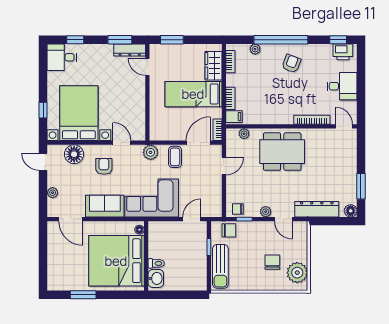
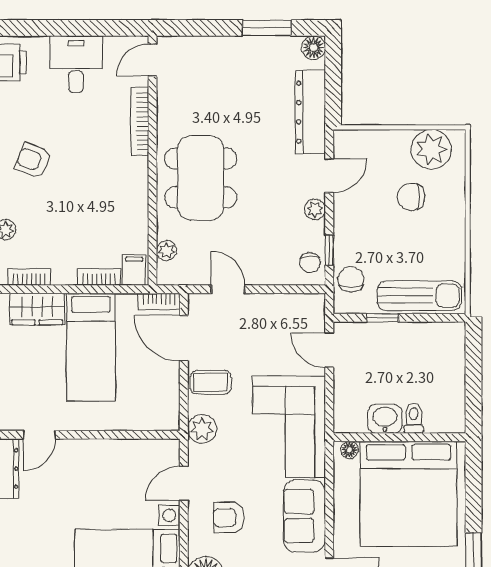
washbasin: (156, 278) -> (385, 419), moved

